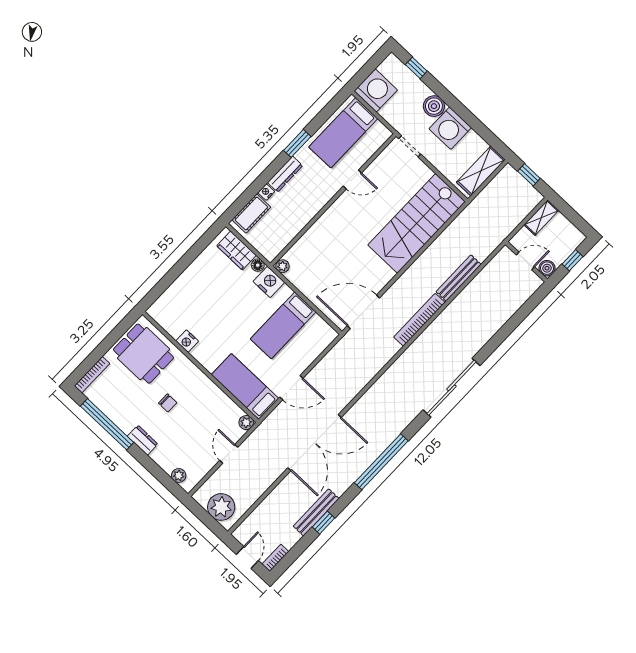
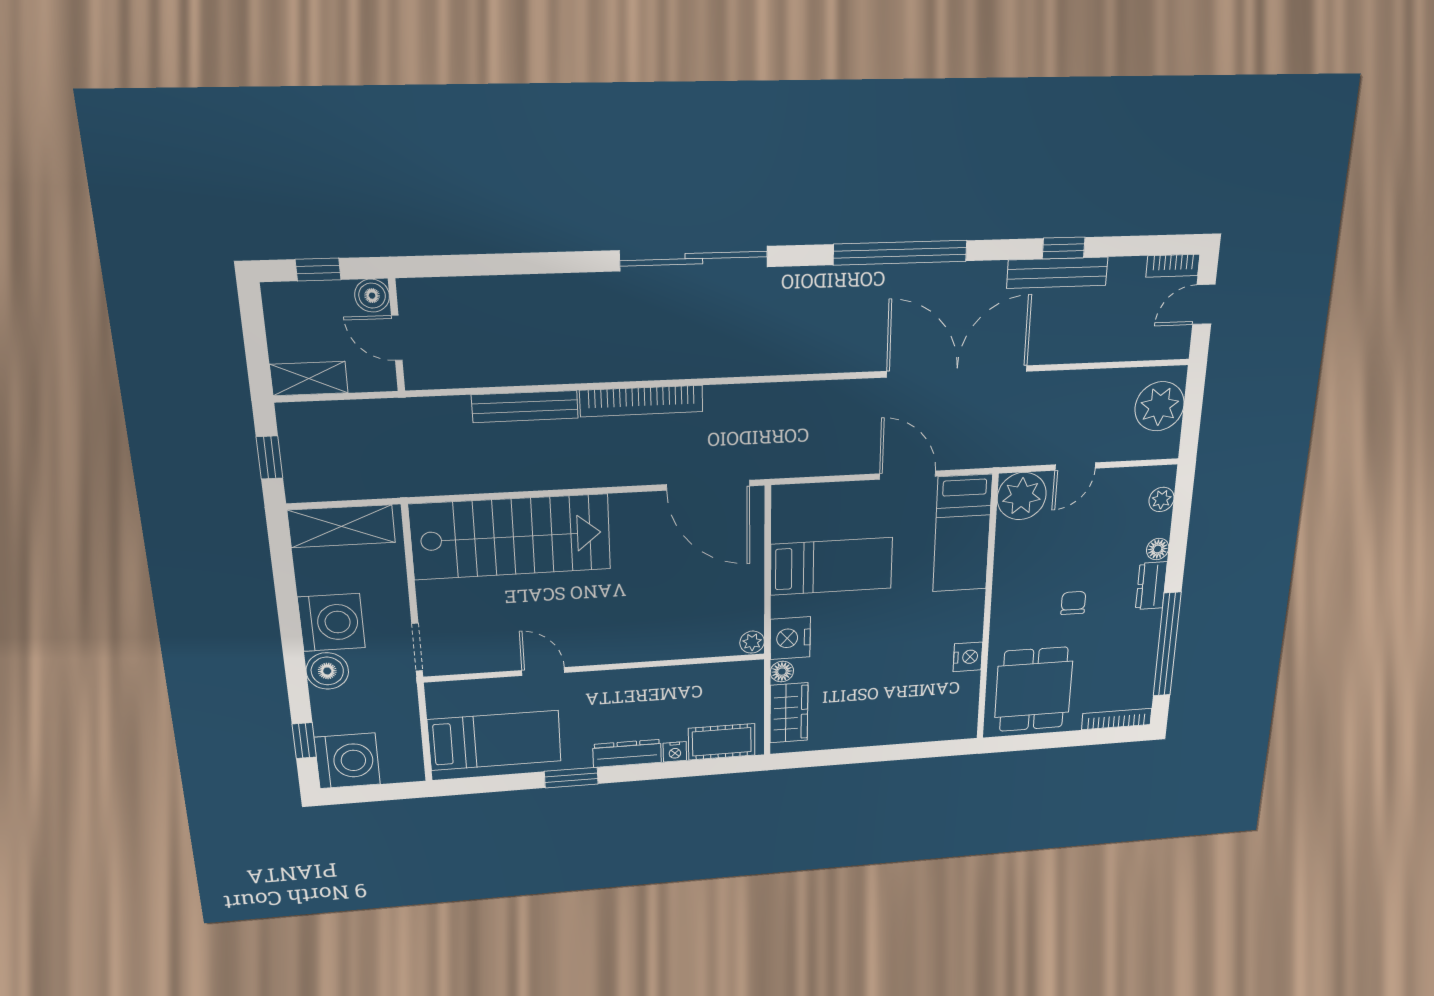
washing machine: (376, 91) -> (347, 761), moved, turned 180
plant: (246, 423) -> (1022, 496), width x1.88, depth x1.88
floor lamp: (157, 456) -> (1158, 549), added

